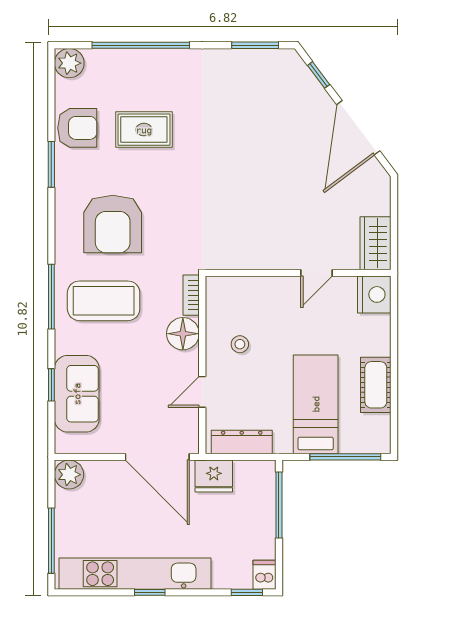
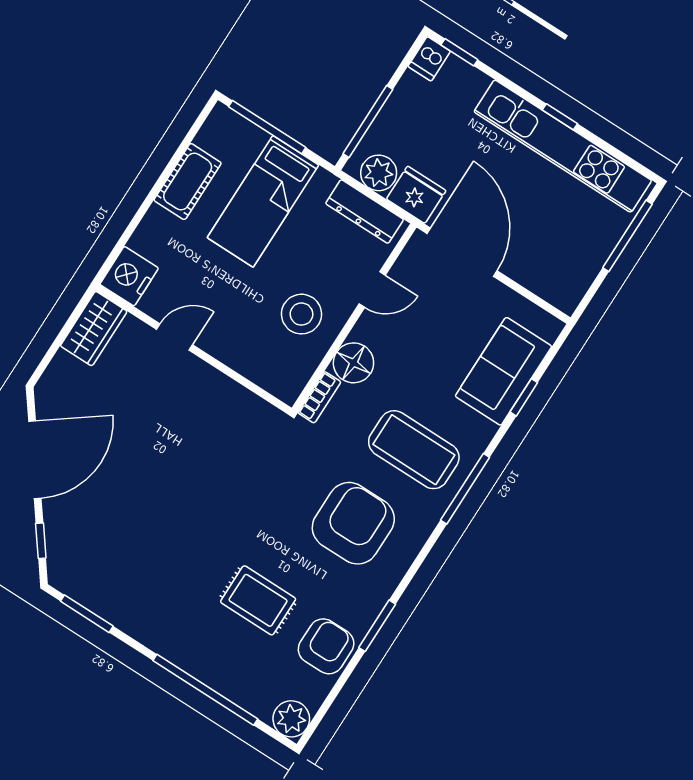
armchair: (77, 128) -> (326, 646), turned 90
stool: (240, 344) -> (301, 314), width x1.89, depth x1.89
plant: (69, 475) -> (379, 173), moved

